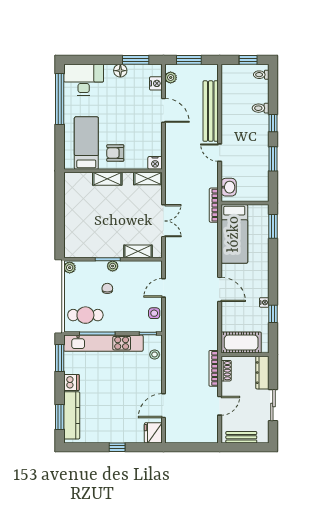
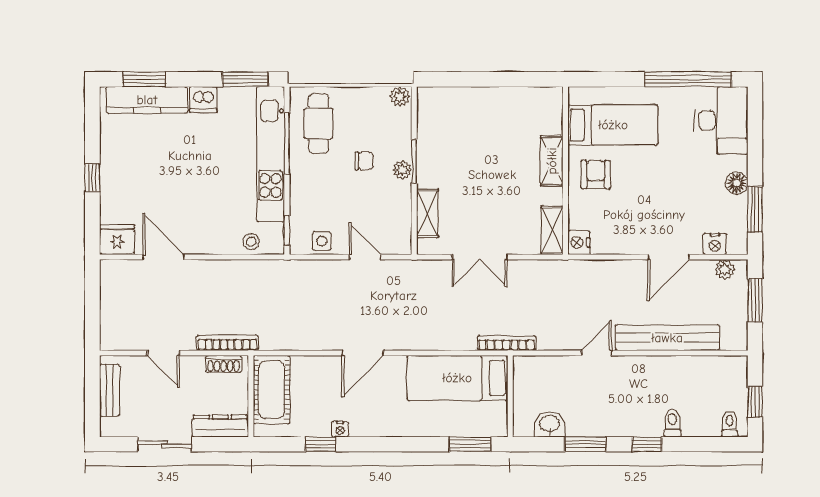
washbasin: (229, 187) -> (550, 424), moved, turned 180

